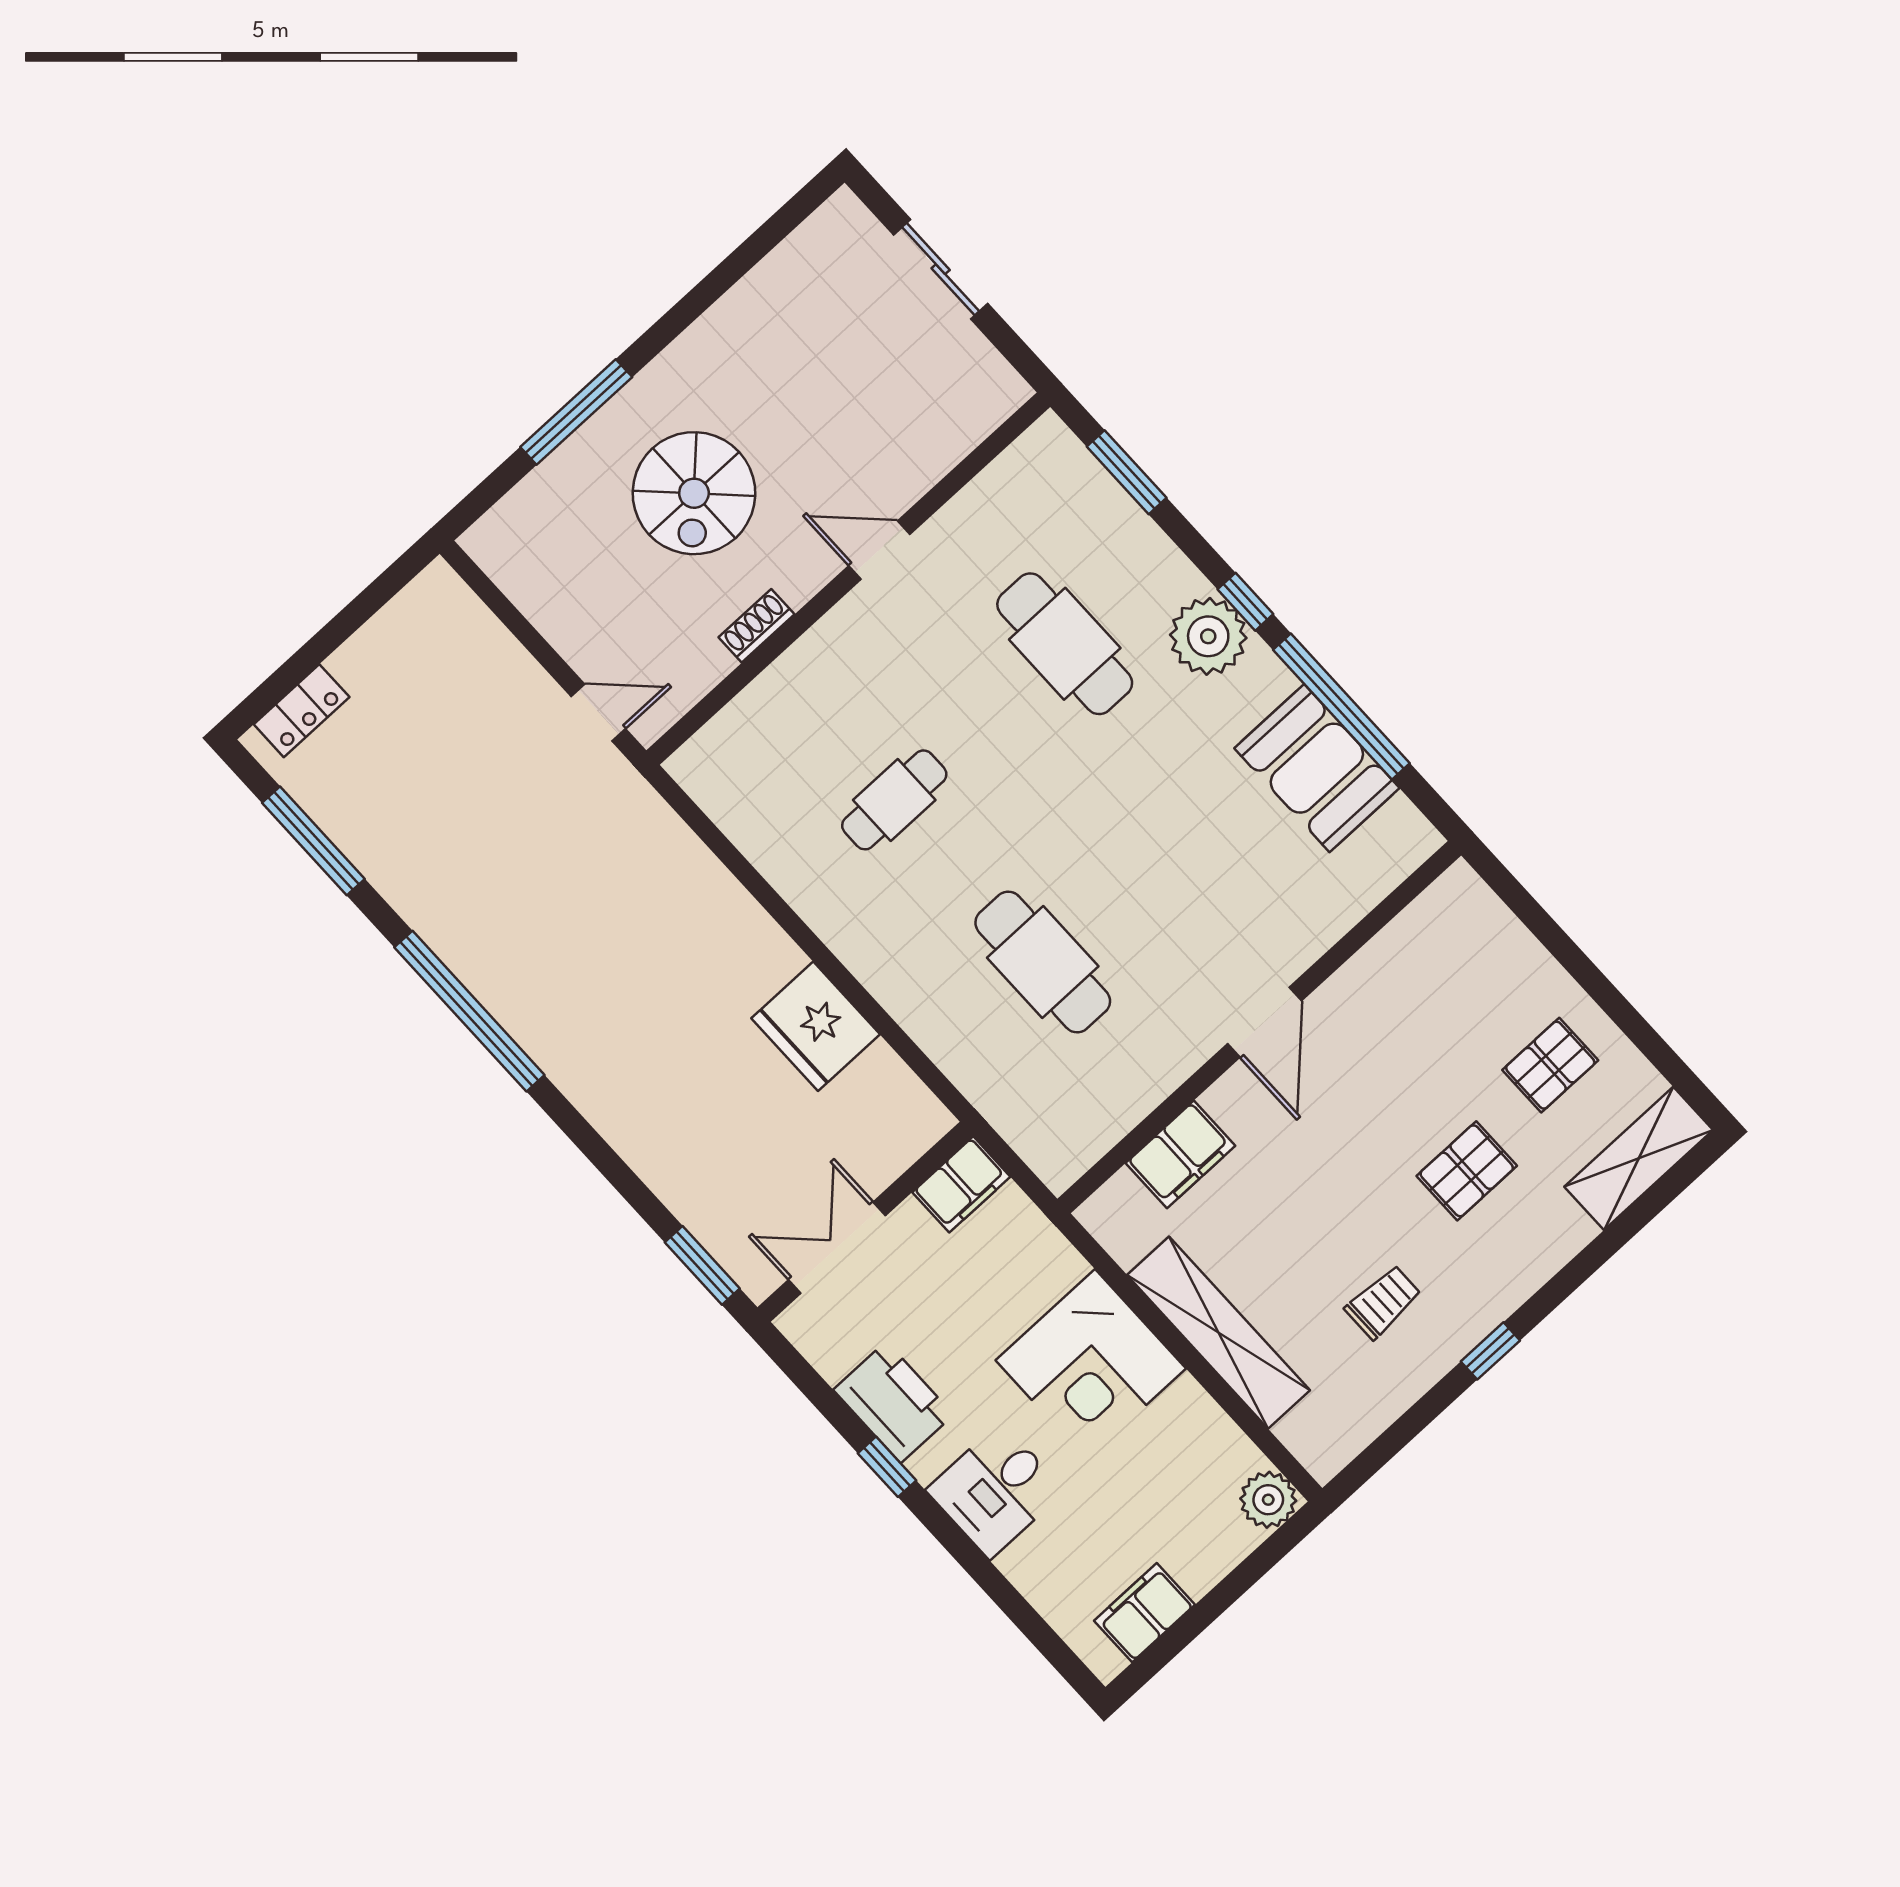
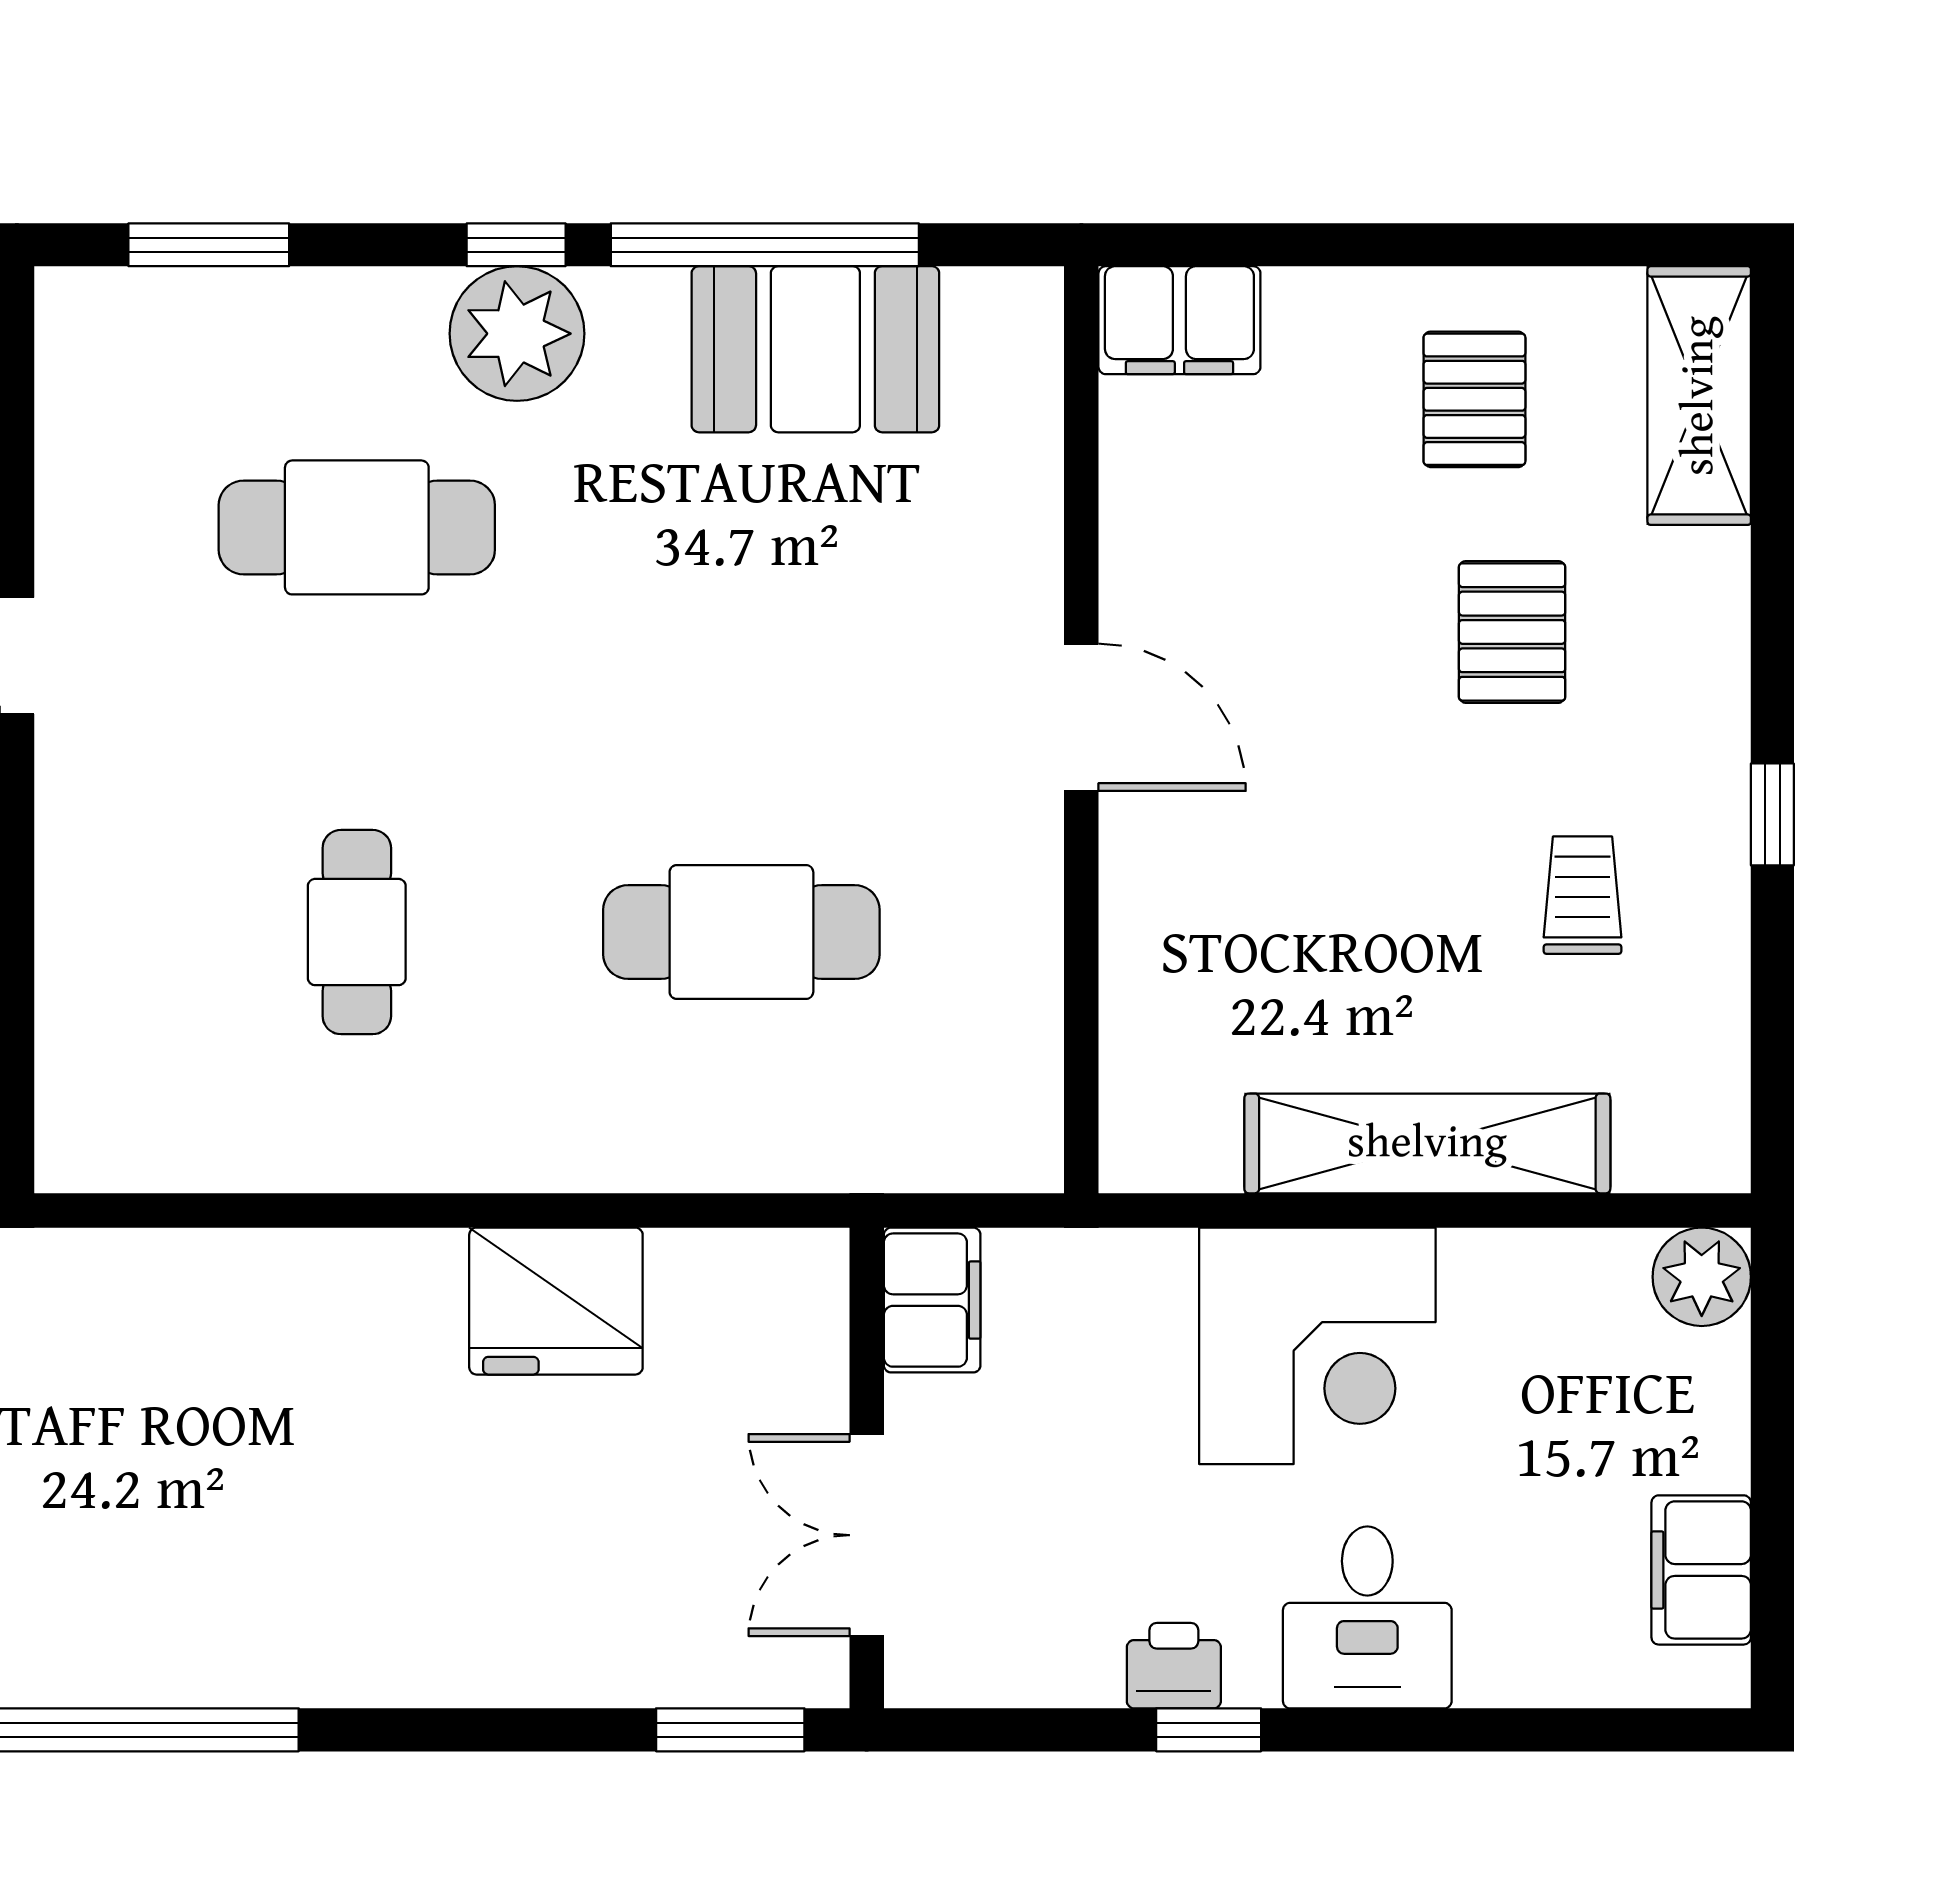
filing cabinet: (1180, 1154) -> (1179, 320), moved, turned 90
printer: (893, 1402) -> (1174, 1666), width x0.53, depth x0.68

